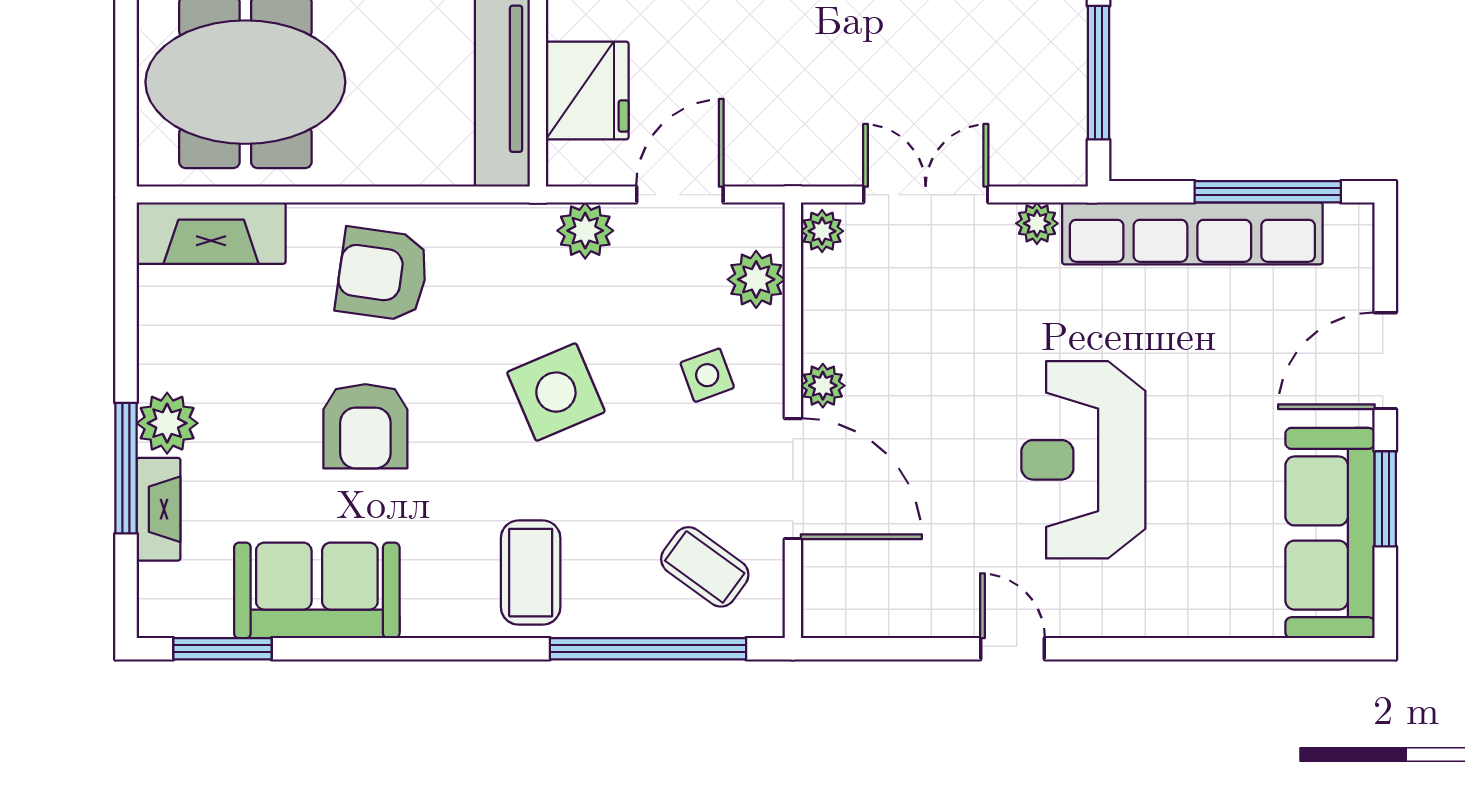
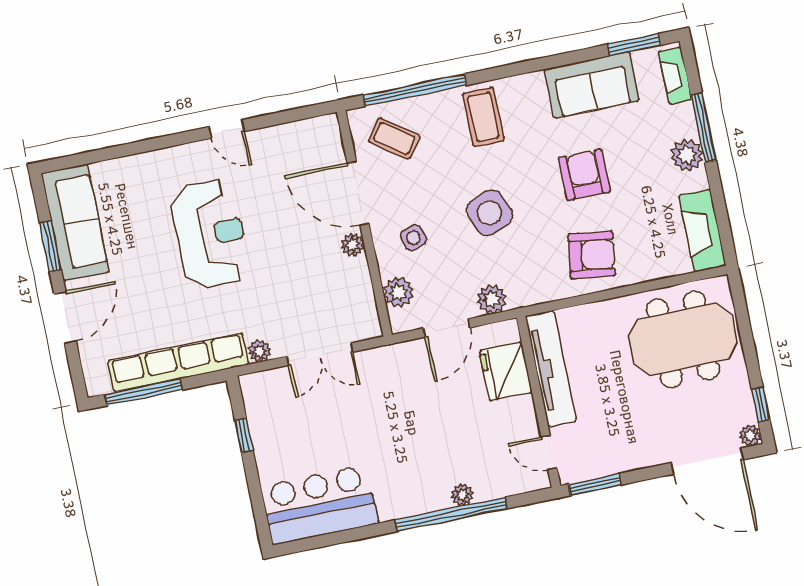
window: (1098, 73) -> (244, 435), width x0.46
plant: (822, 231) -> (370, 324), removed
fireplace: (211, 233) -> (702, 231), moved, turned -90
fireplace: (158, 509) -> (675, 76), moved

